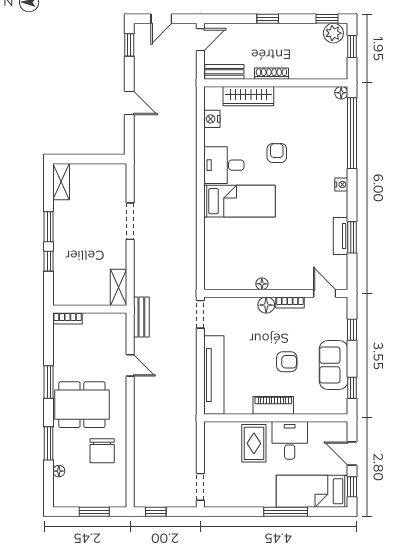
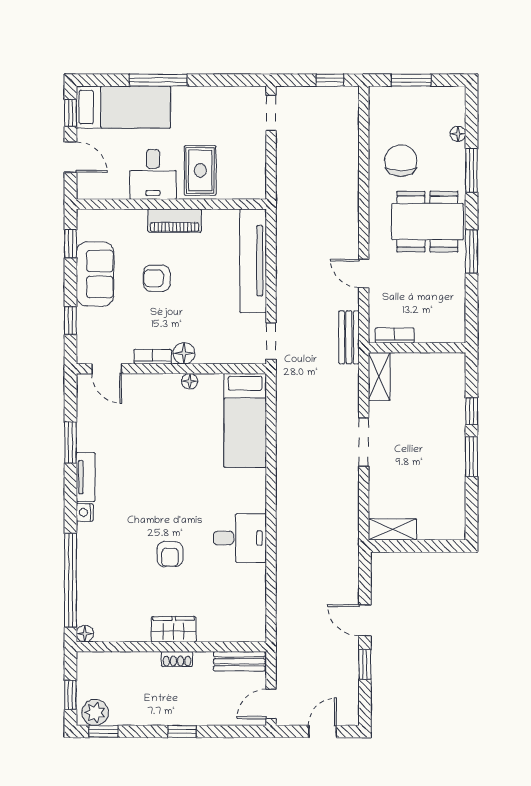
window: (129, 45) -> (365, 664), moved
shoe rack: (271, 74) -> (177, 659), width x0.70
wardrobe: (248, 96) -> (174, 629), moved, width x0.67
nightstand: (212, 119) -> (256, 599), removed
shelving: (61, 182) -> (392, 529), moved, turned 90
bed: (240, 201) -> (245, 420), moved, turned -90
doorway: (130, 221) -> (364, 442), moved
tv unit: (341, 236) -> (86, 477), moved
bookcase: (68, 318) -> (395, 335), moved

